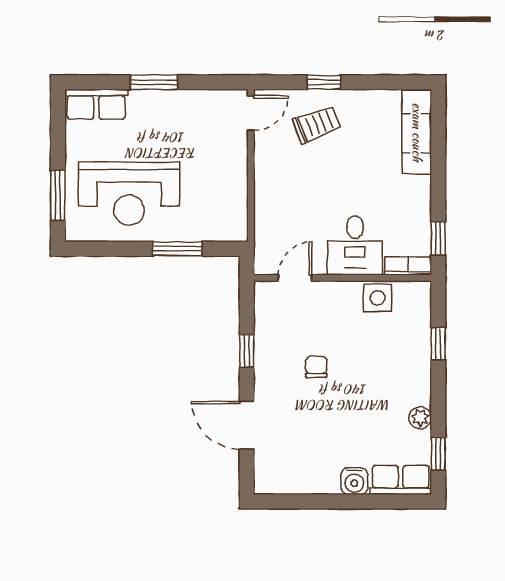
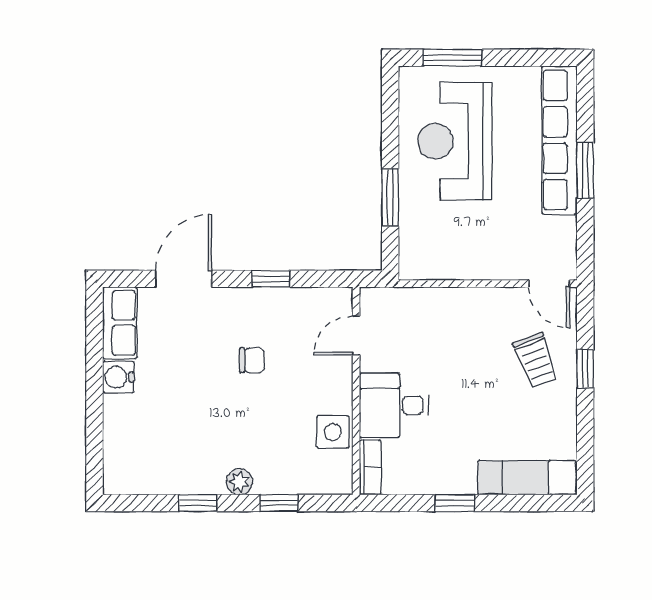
row of seats: (96, 104) -> (559, 140), width x2.02
window: (438, 238) -> (455, 503), moved
door: (295, 278) -> (356, 335), swing flipped
plant: (420, 418) -> (240, 482), moved
window: (438, 454) -> (198, 503), moved
row of seats: (401, 480) -> (120, 323), moved
water cooler: (354, 481) -> (118, 377), moved

